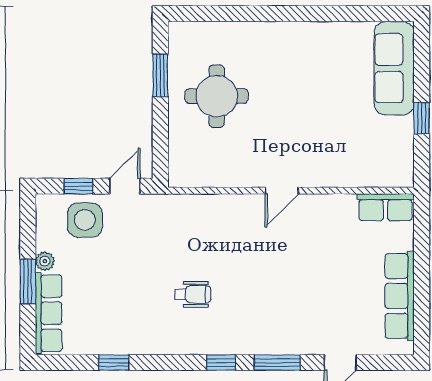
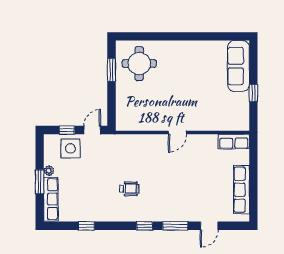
round table: (217, 96) -> (139, 64), moved

